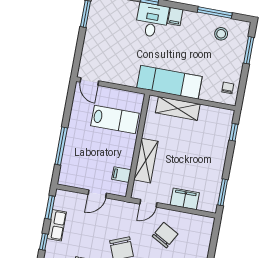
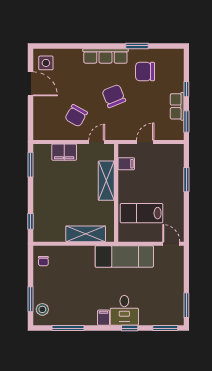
stool: (221, 34) -> (42, 309), moved
exam couch: (169, 82) -> (124, 256), moved
window: (61, 146) -> (186, 180), width x0.69

